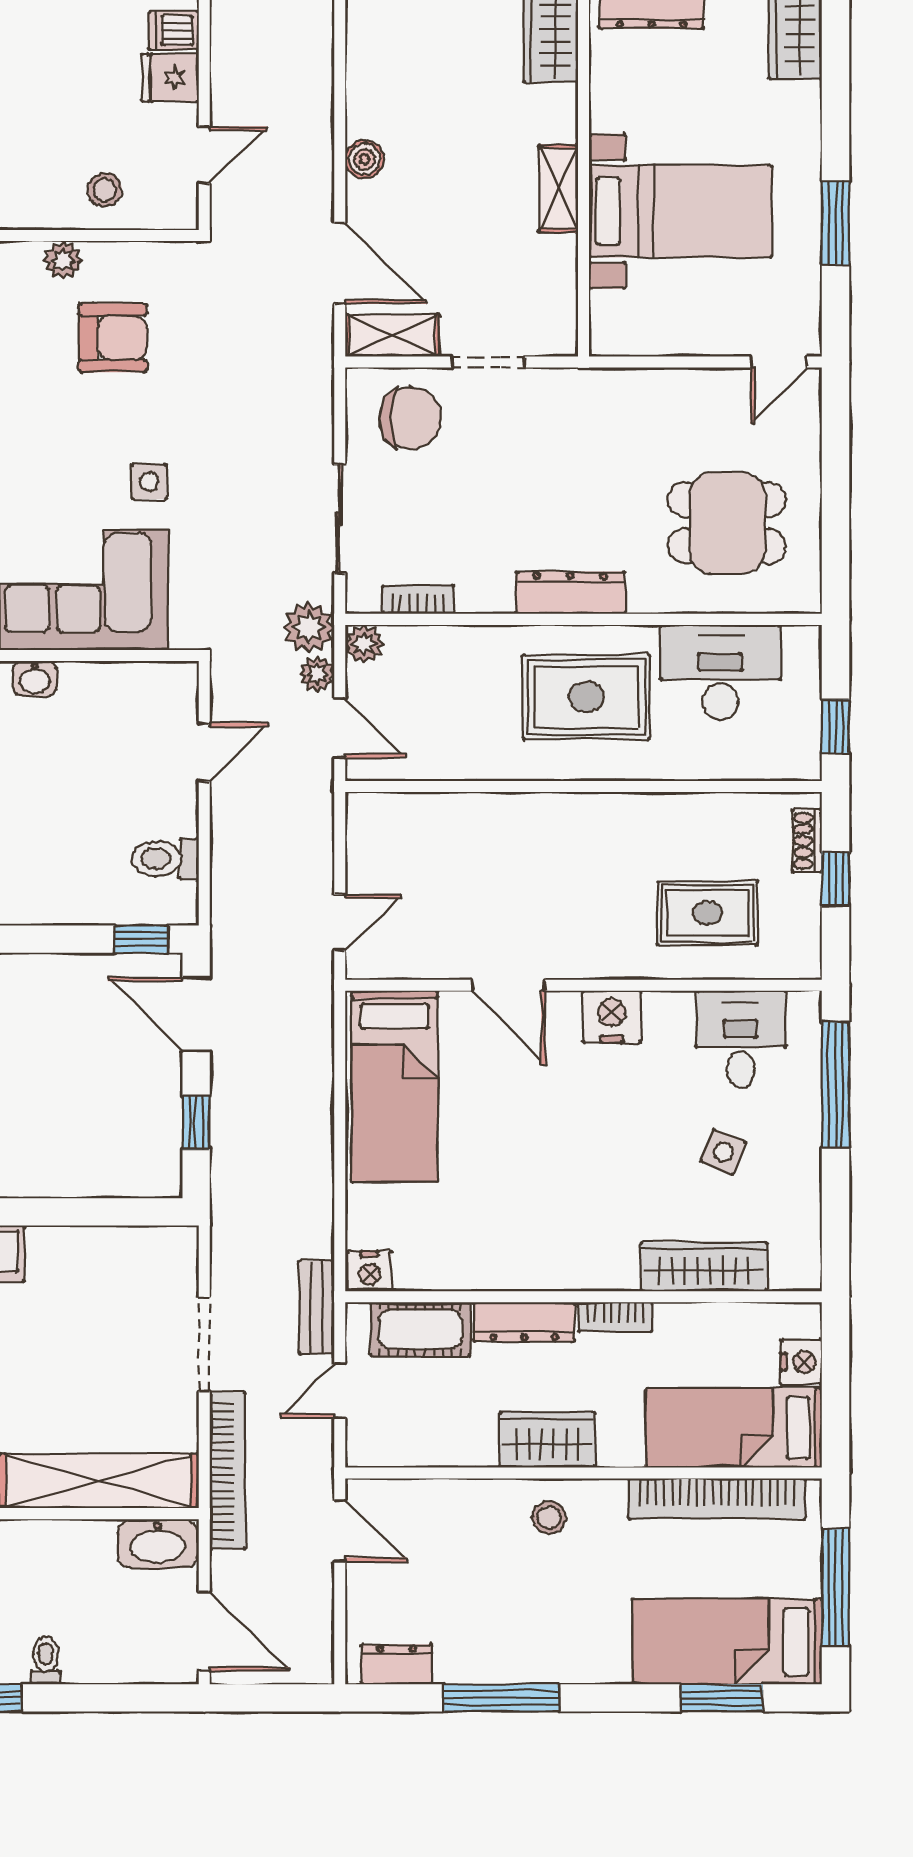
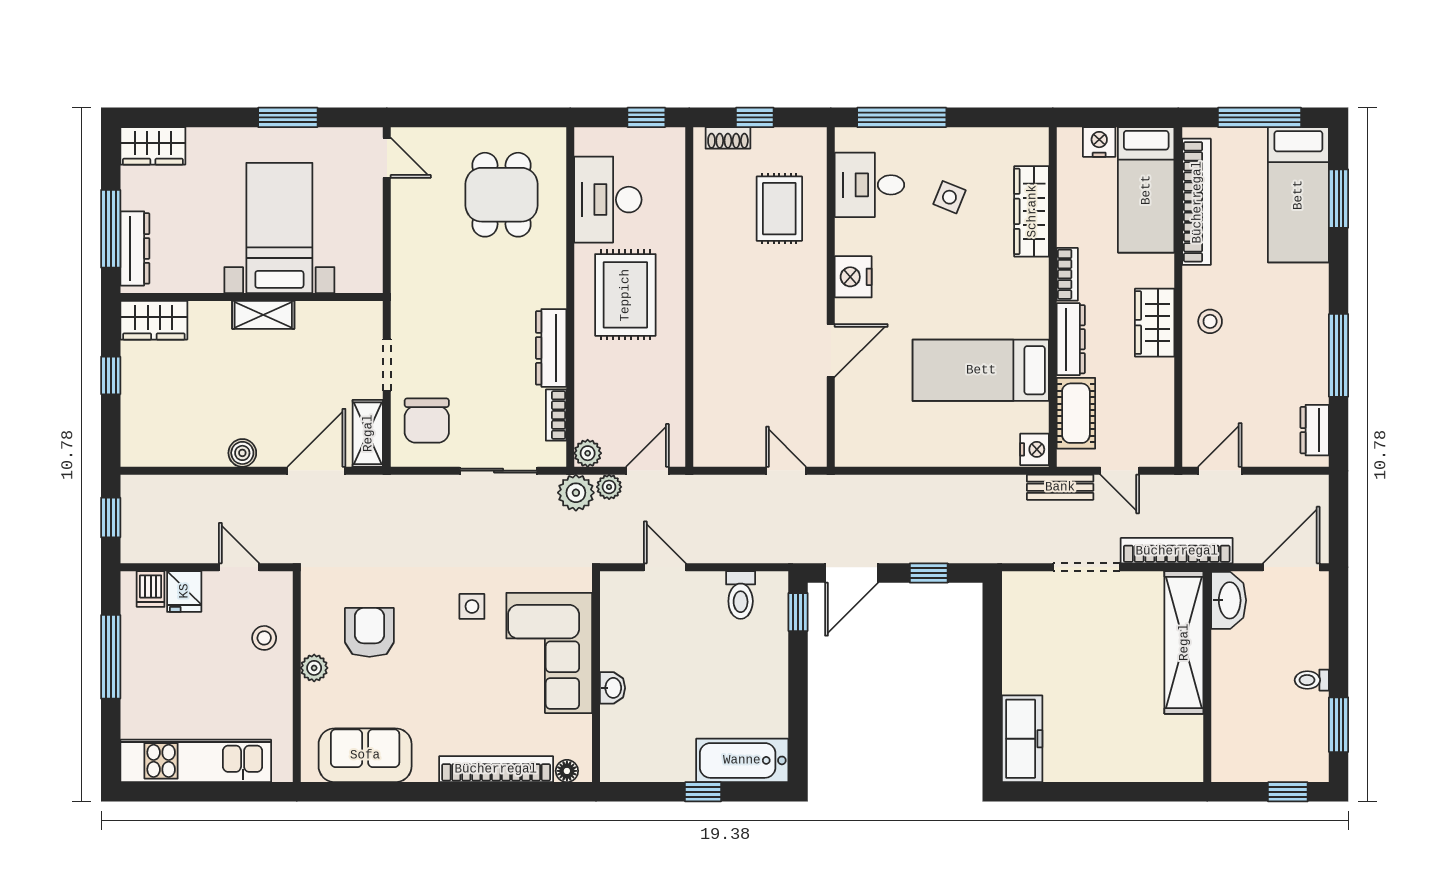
chair: (410, 418) -> (427, 420), turned 180
dresser: (570, 593) -> (551, 348), moved
bed: (395, 1086) -> (981, 370), moved, turned 180

